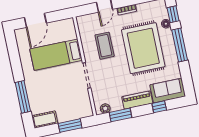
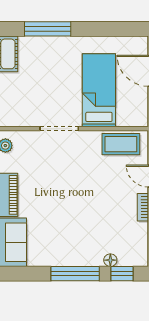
coffee table: (105, 46) -> (121, 144), moved
rug: (143, 48) -> (82, 220), removed

